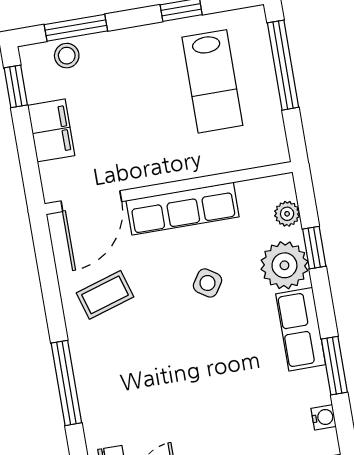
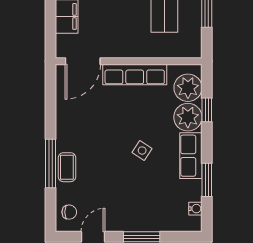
plant: (287, 214) -> (188, 88), width x1.88, depth x1.88
side table: (207, 283) -> (142, 151), moved
coffee table: (105, 295) -> (67, 167), moved, turned -73

